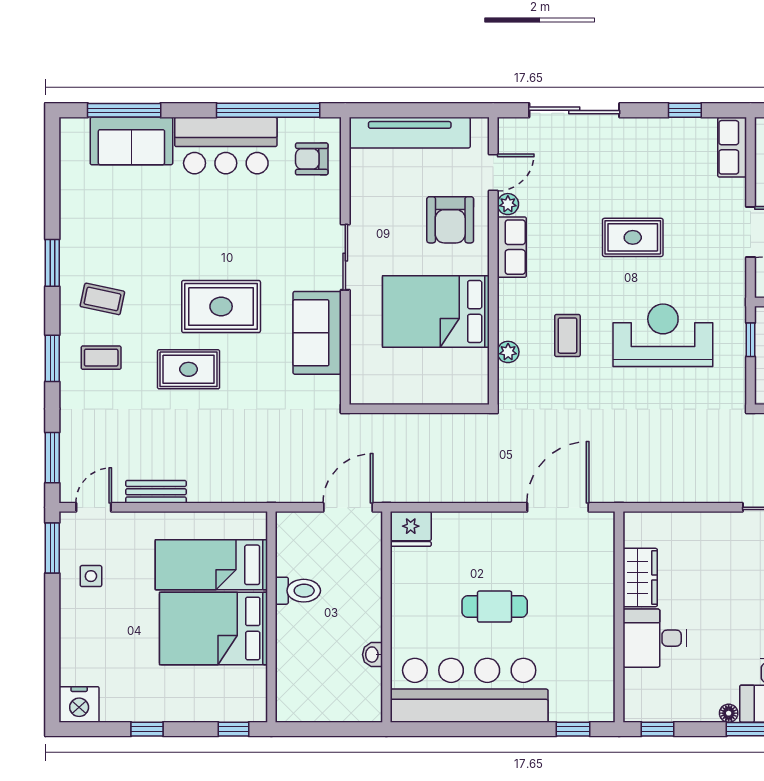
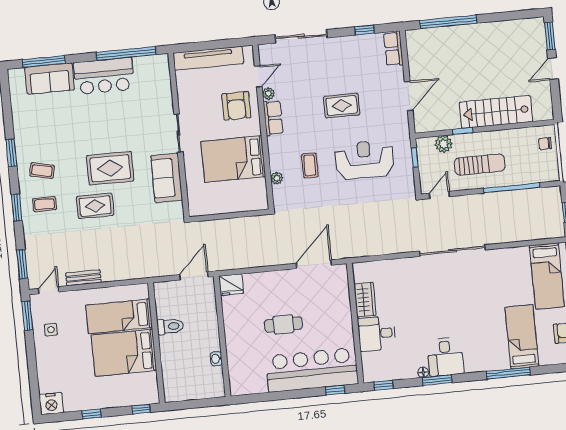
armchair: (312, 159) -> (154, 79), removed
bar counter: (469, 690) -> (312, 370), moved

